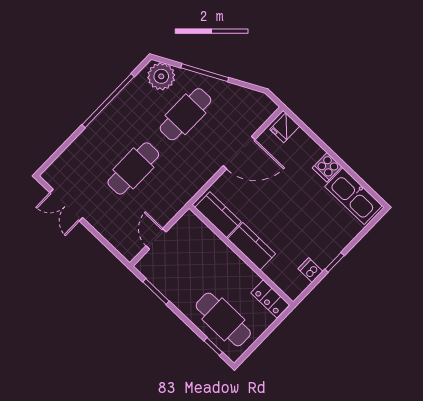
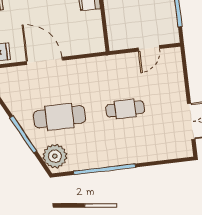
cafe table: (133, 168) -> (125, 109), width x0.73, depth x0.74
kitchen counter: (218, 215) -> (93, 30), removed

